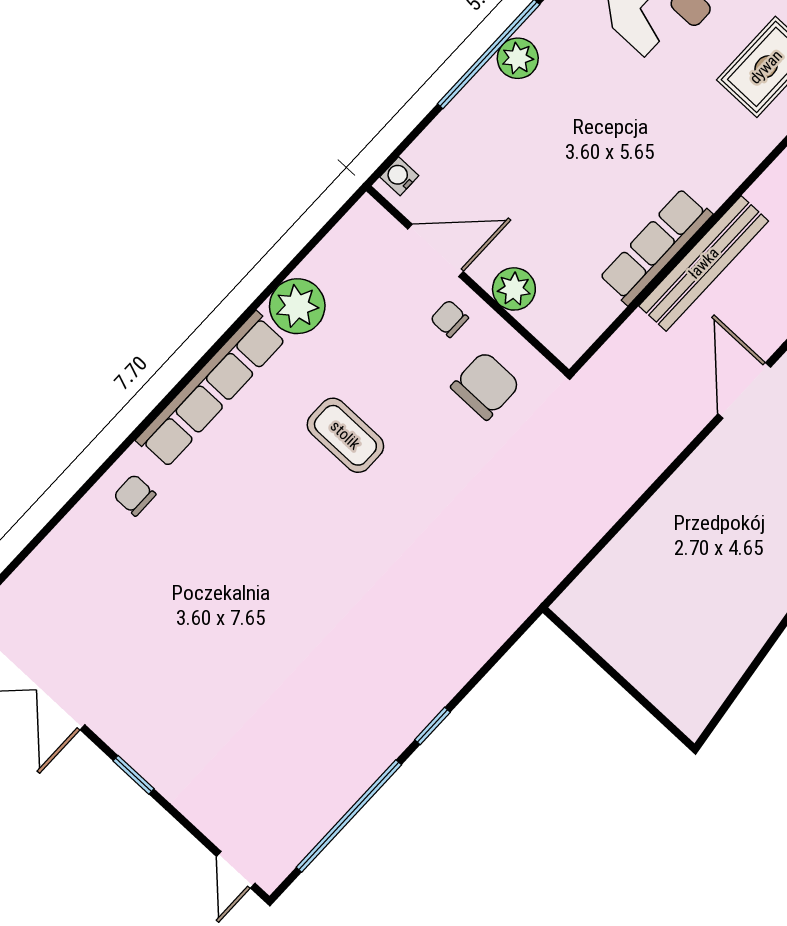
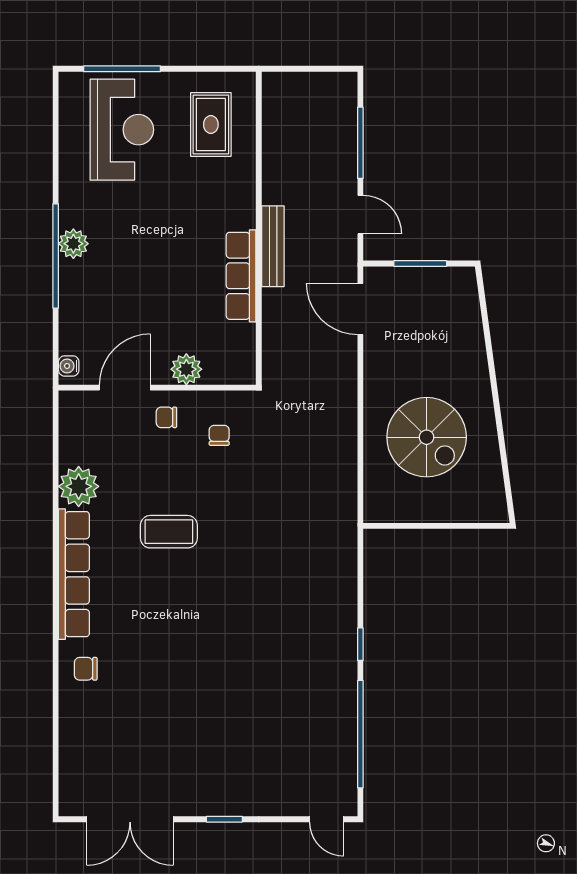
bench: (704, 263) -> (273, 246), width x0.73, depth x0.82
chair: (485, 386) -> (219, 435), width x0.54, depth x0.54
spiral stairs: (691, 580) -> (427, 437), added

